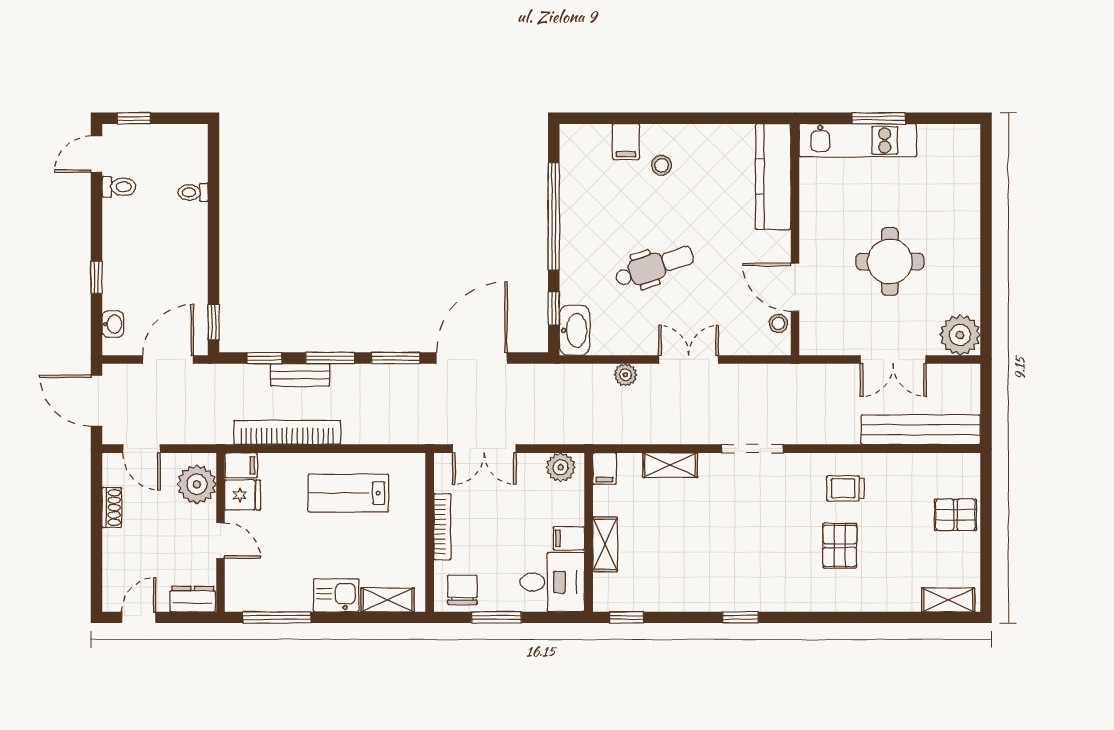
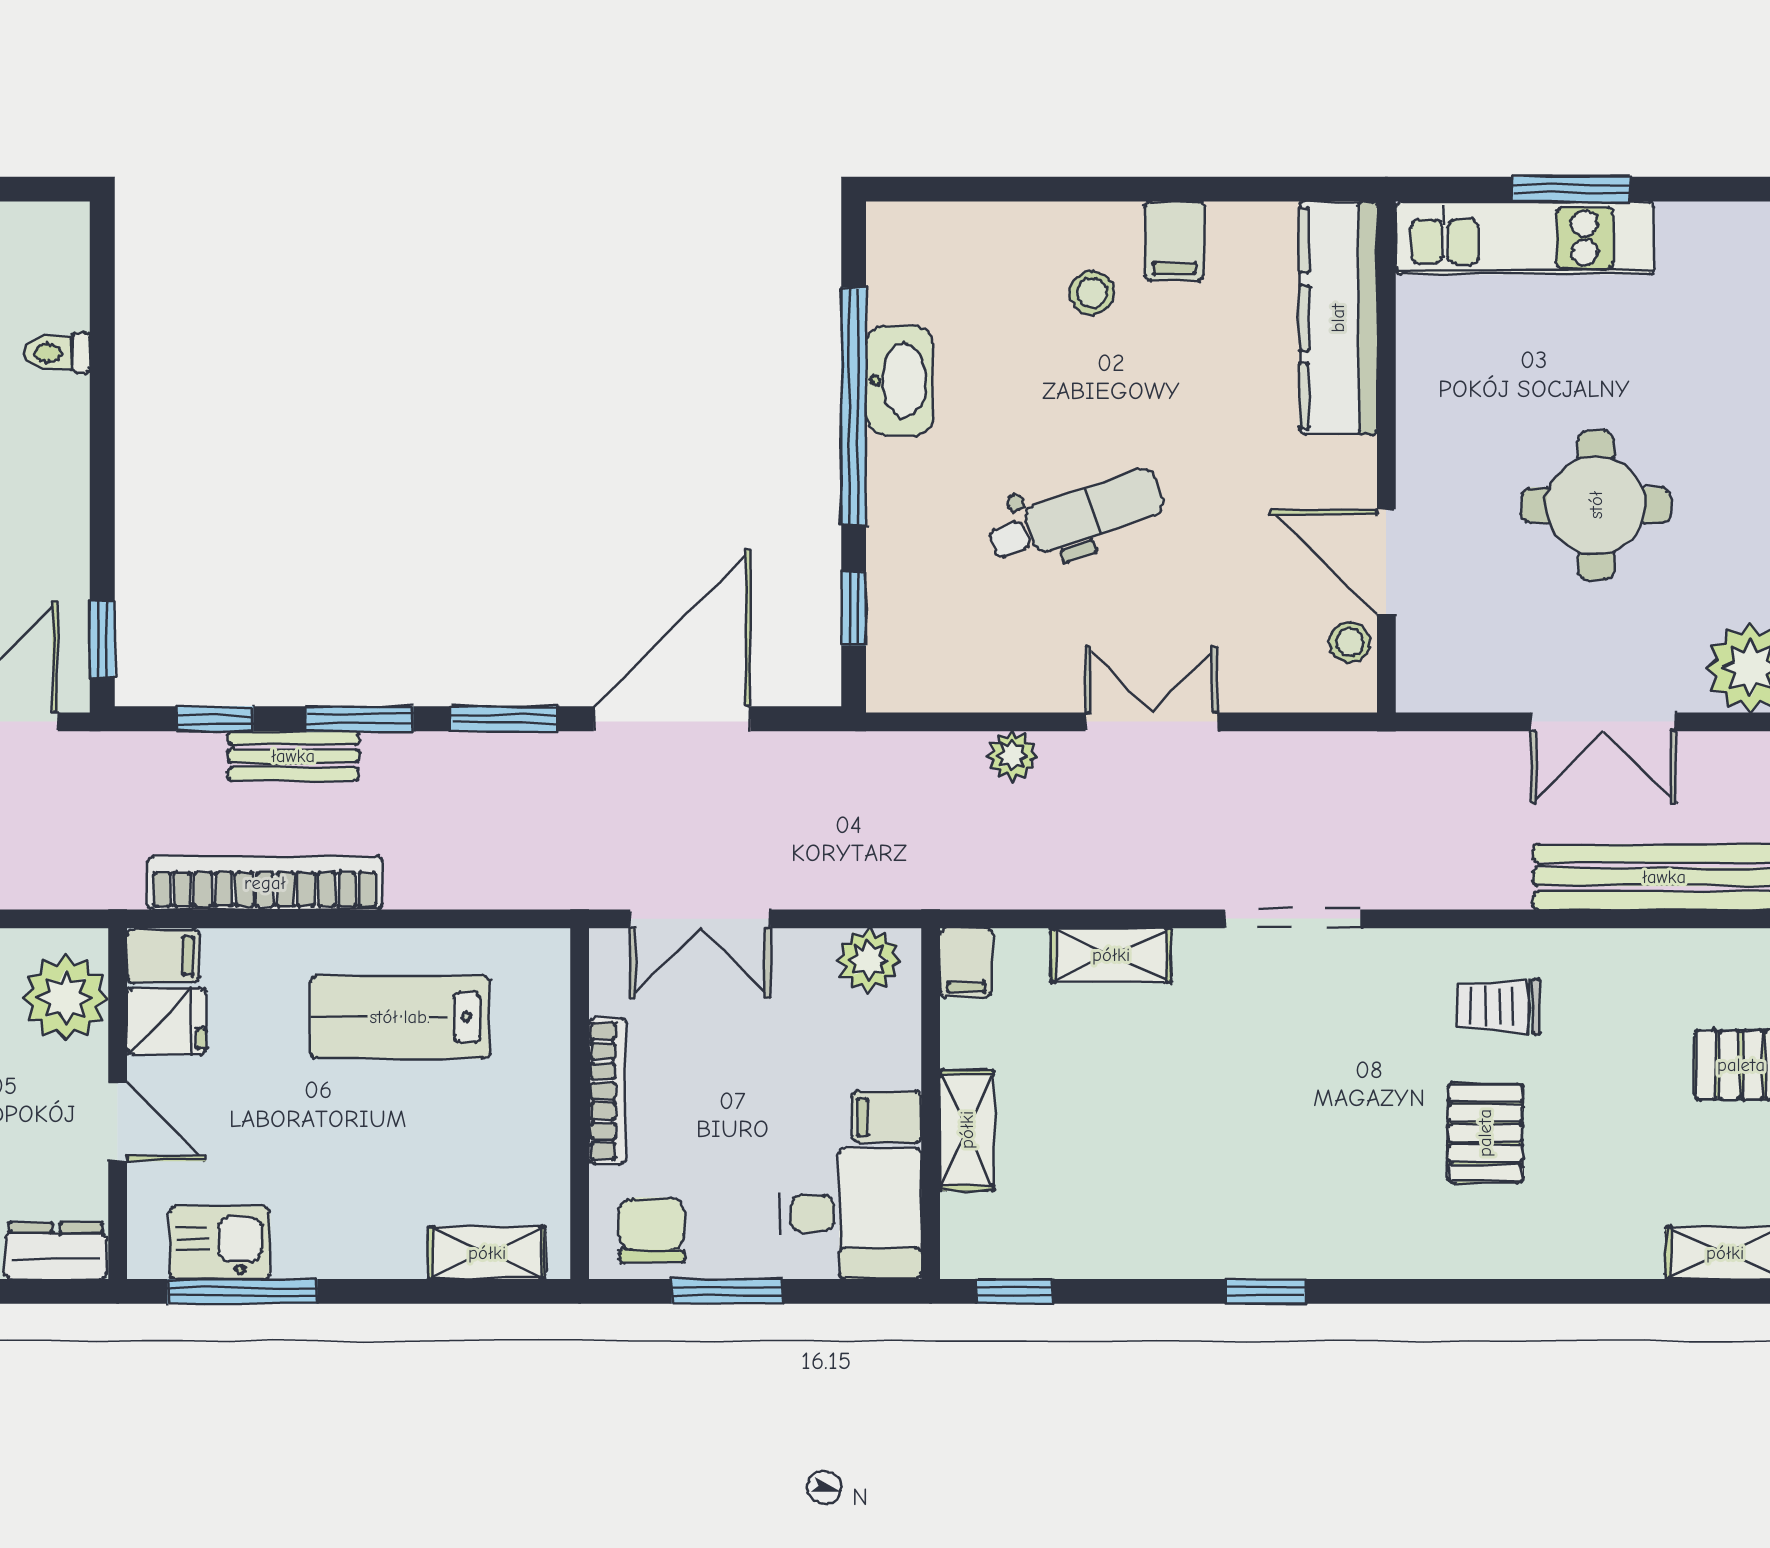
filing cabinet: (626, 142) -> (1175, 241), moved
washbasin: (575, 330) -> (900, 381), moved
kitchen sink: (336, 595) -> (220, 1243), moved

